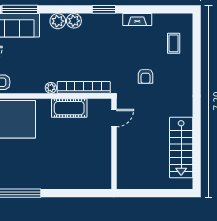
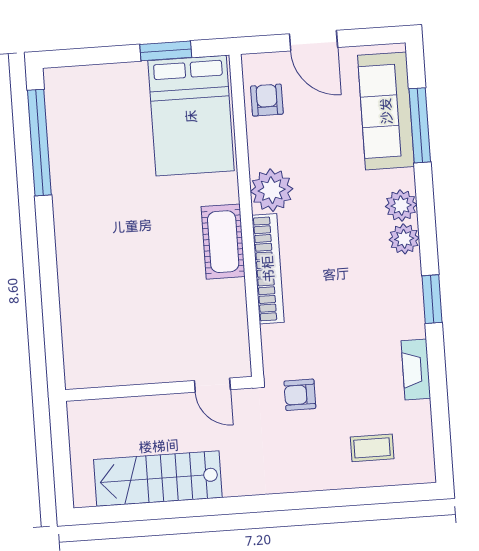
plant: (51, 88) -> (272, 190), width x1.88, depth x1.88
door: (114, 118) -> (212, 385), moved
wall: (114, 144) -> (159, 389), moved

